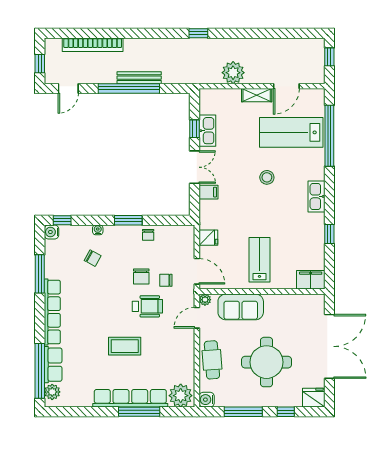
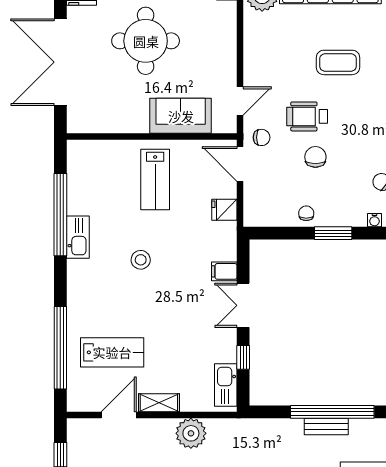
bench: (139, 78) -> (326, 427), width x0.73
kitchen sink: (207, 131) -> (226, 385), moved
lab bench: (291, 132) -> (112, 352), width x0.73, depth x0.72
stool: (267, 177) -> (141, 260), moved
kitchen sink: (316, 196) -> (78, 237), moved
window: (329, 234) -> (60, 215), width x3.17
chair: (166, 280) -> (262, 137), moved
filing cabinet: (311, 280) -> (86, 152), removed
plant: (205, 300) -> (229, 126), removed
cafe table: (212, 360) -> (220, 44), removed

